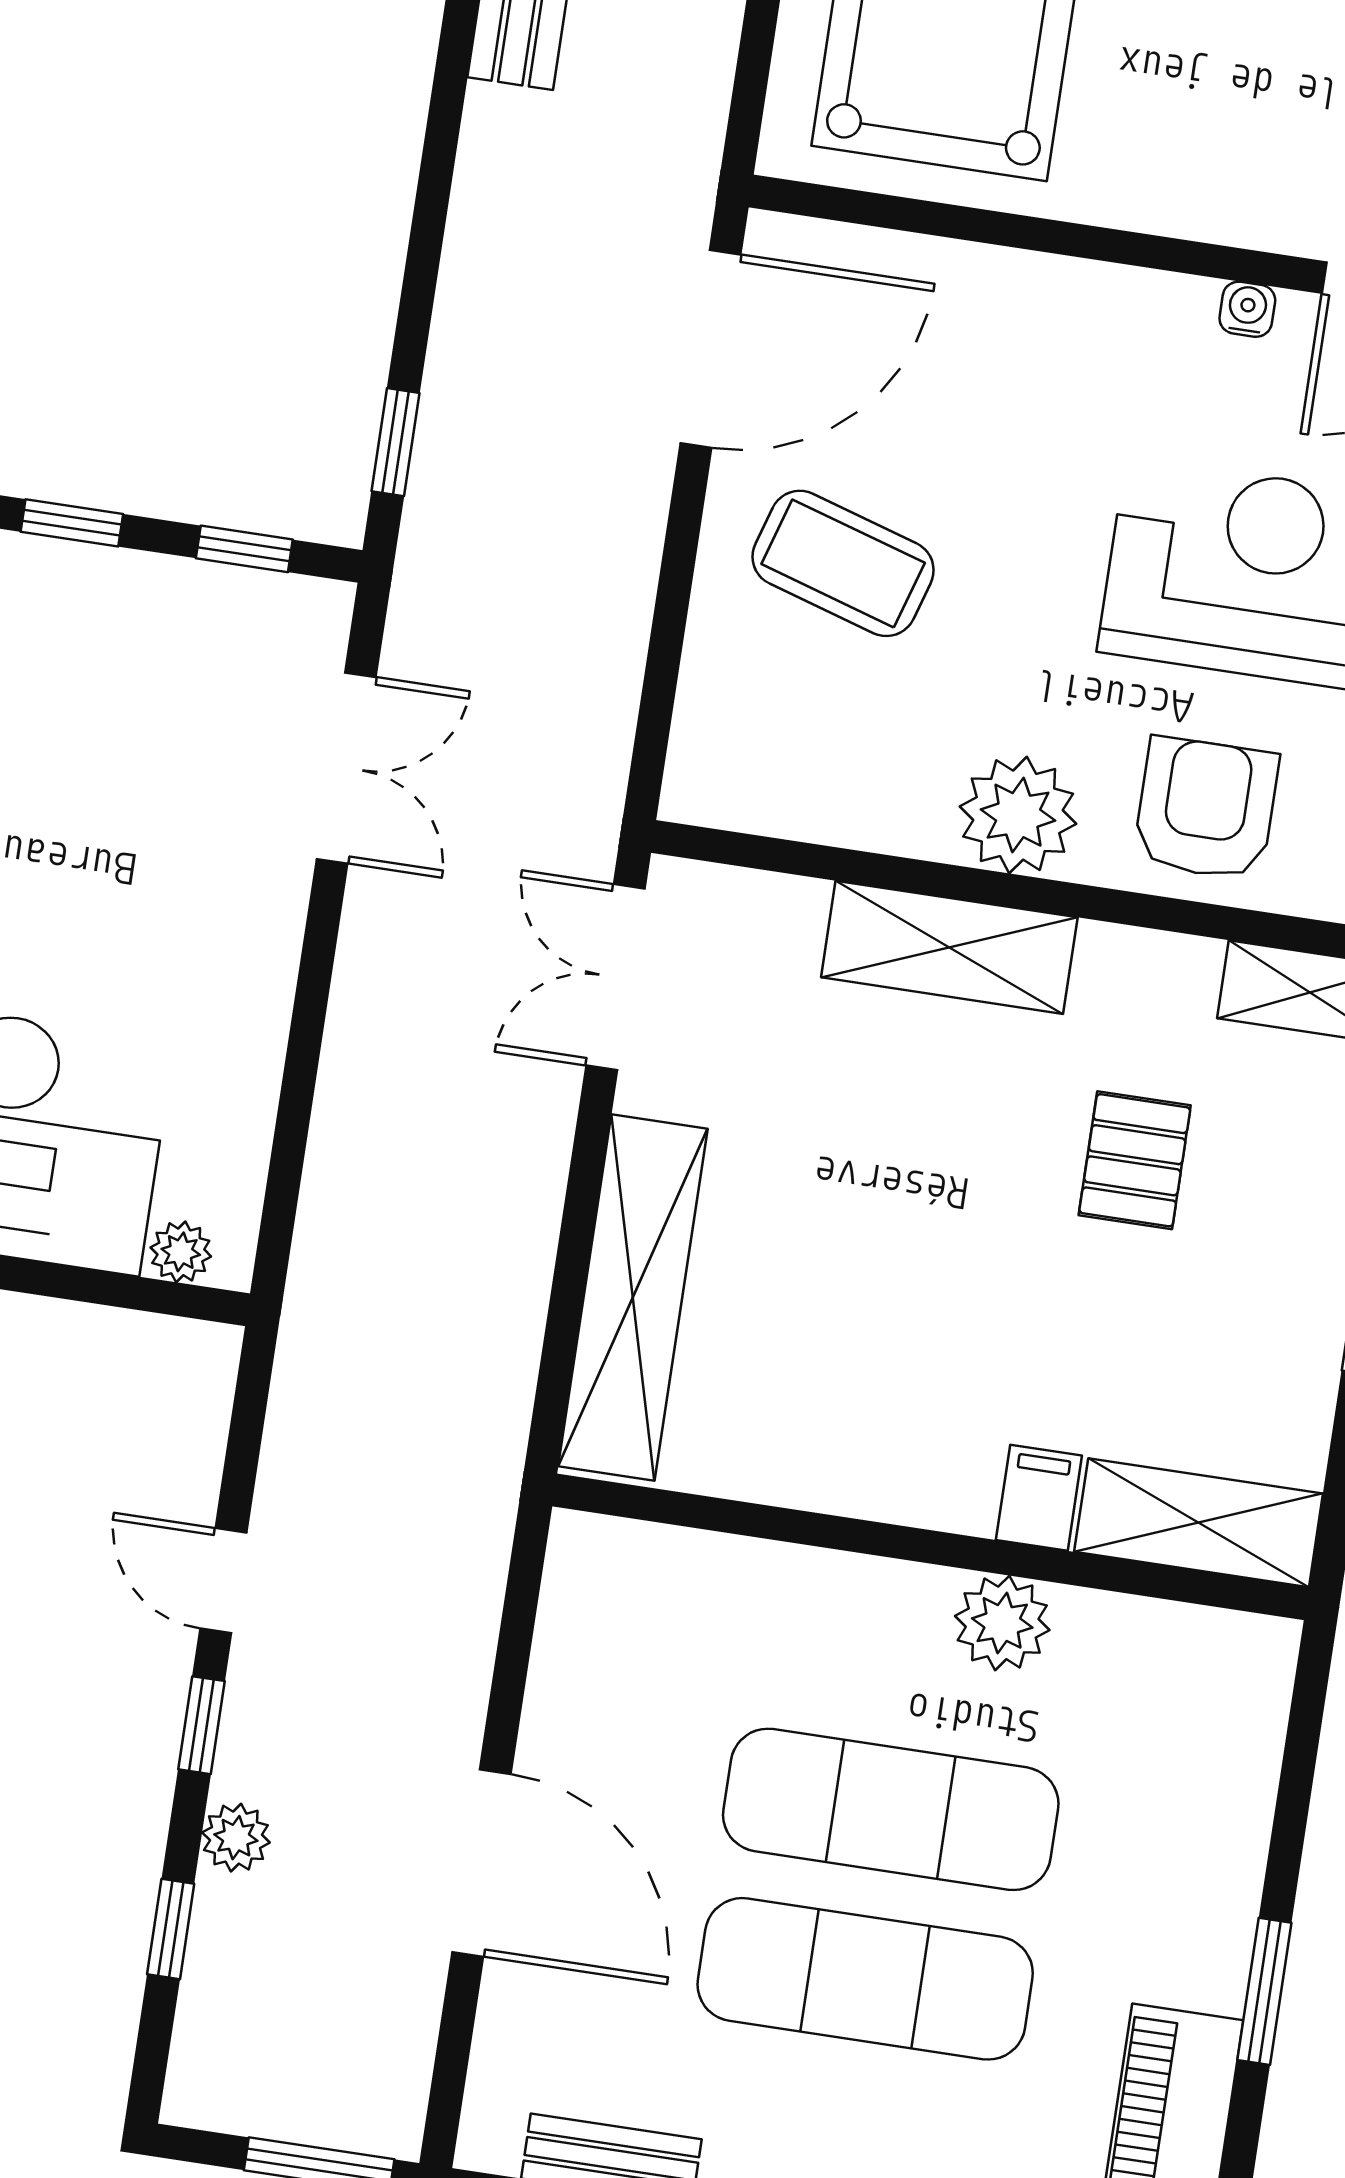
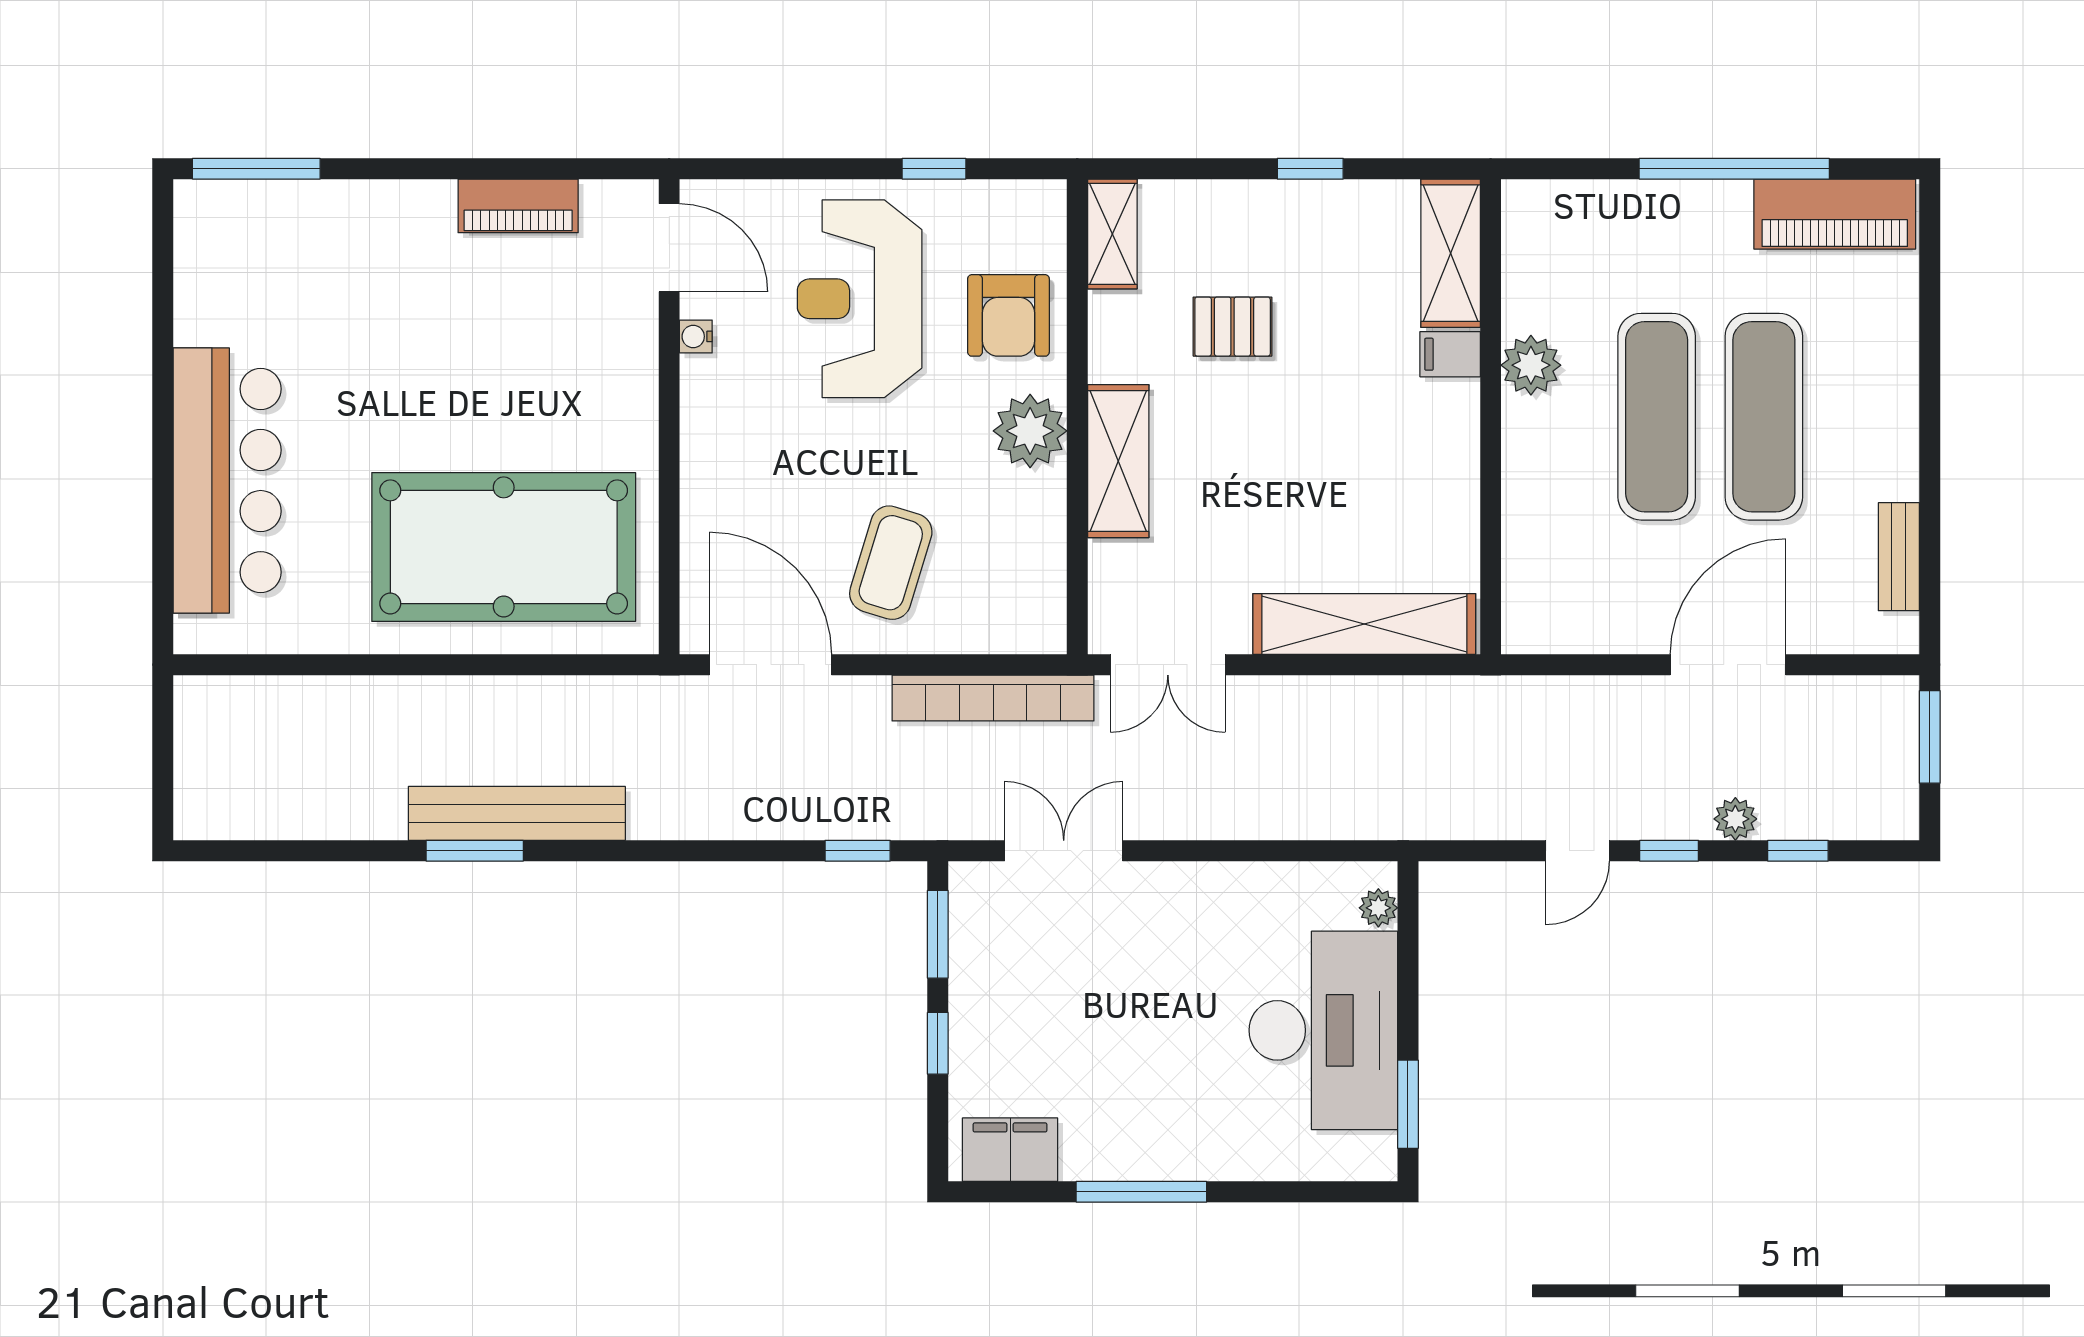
window: (244, 549) -> (938, 934), width x1.50
bookcase: (605, 693) -> (993, 698), added
armchair: (1206, 809) -> (1008, 315), turned -90
window: (1264, 1991) -> (1734, 169), width x2.11

